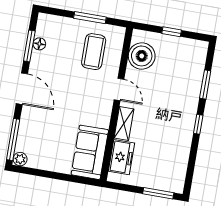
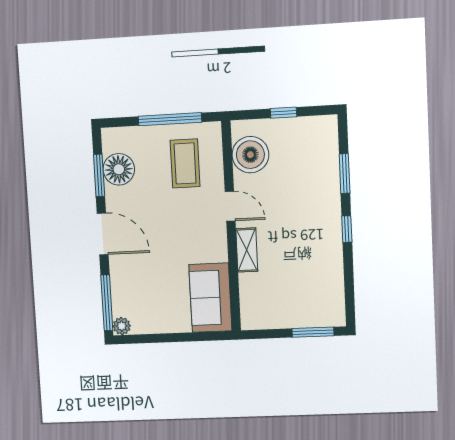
window: (90, 18) -> (170, 119), width x1.44
floor lamp: (39, 44) -> (119, 169), width x1.89, depth x1.89
freezer: (121, 157) -> (253, 295), removed

